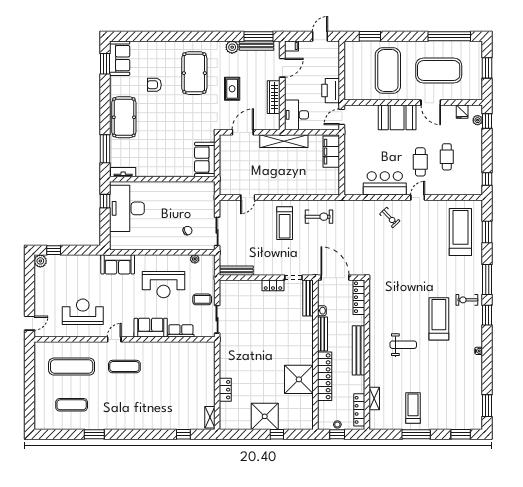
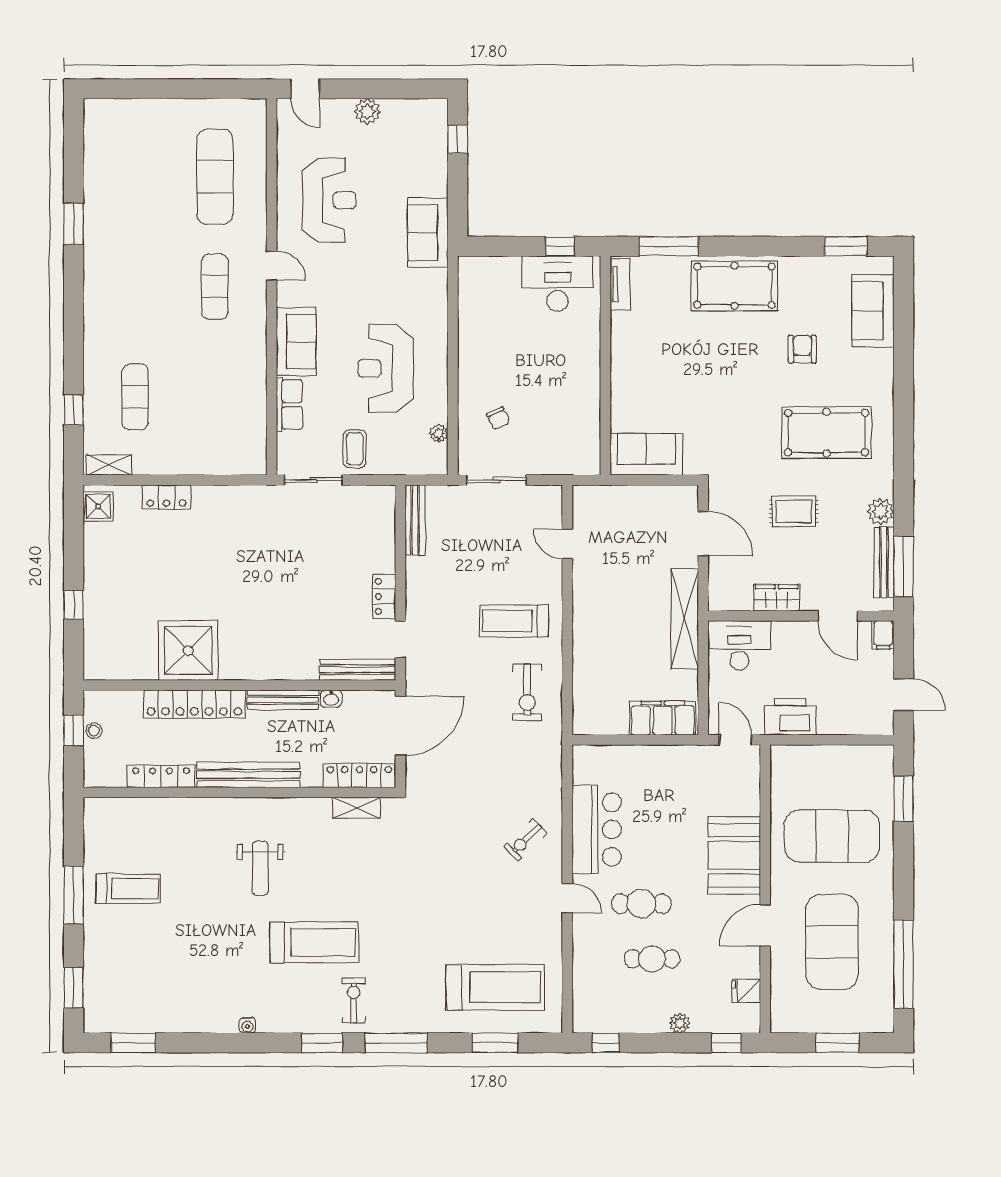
sofa: (120, 58) -> (873, 311), moved, turned 90
wardrobe: (274, 97) -> (777, 598), width x0.67
plant: (478, 120) -> (680, 1023), moved
desk: (127, 208) -> (557, 284), width x0.73, depth x0.77
plant: (40, 261) -> (367, 112), moved
sofa: (118, 264) -> (428, 233), moved
shelving: (374, 398) -> (356, 808), moved
exercise mat: (72, 405) -> (135, 397), moved
locker: (359, 410) -> (161, 776), moved
shower: (265, 416) -> (98, 506), moved, width x0.54, depth x0.54

